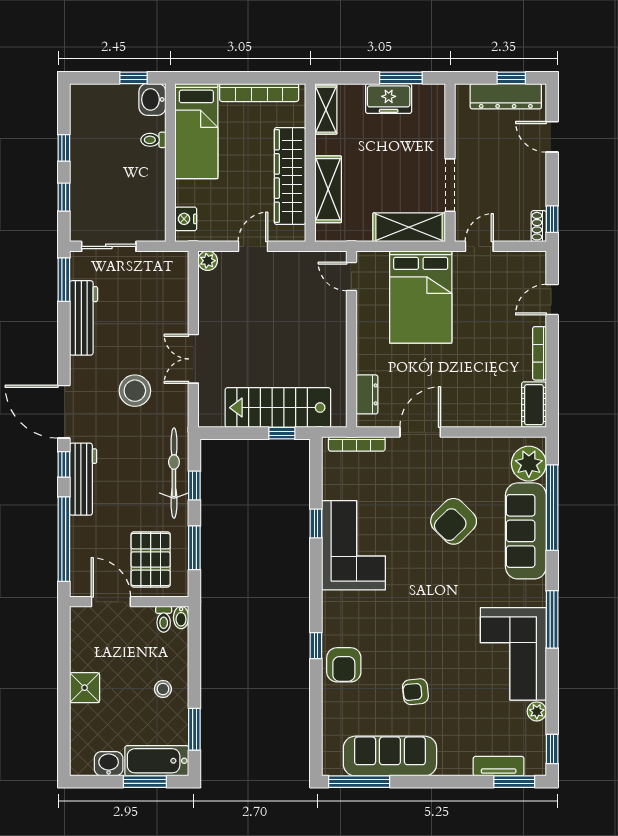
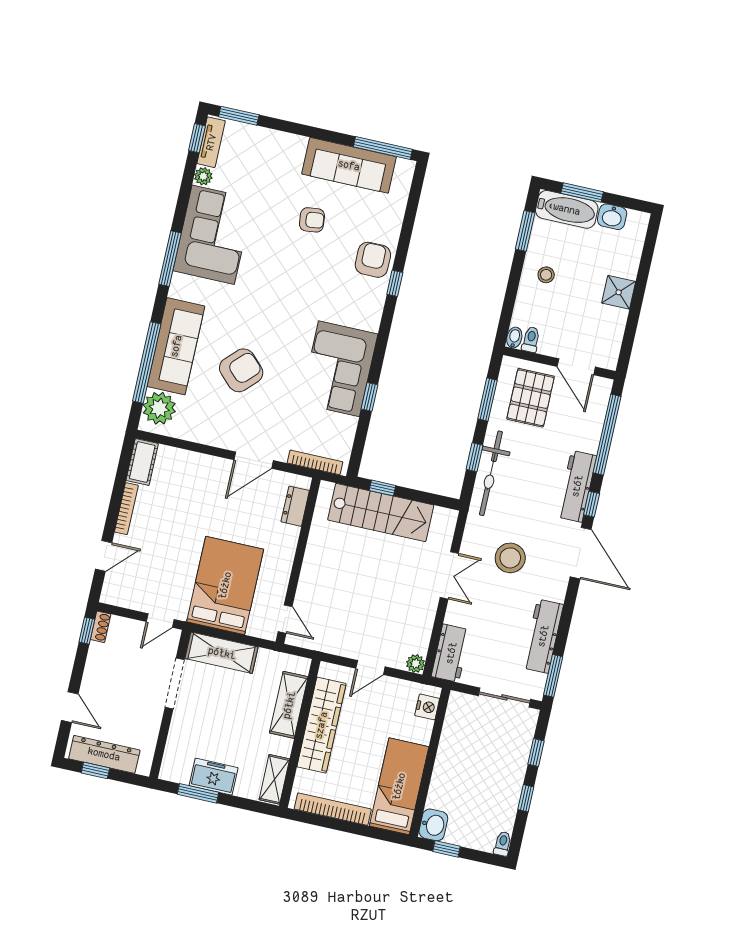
toilet: (153, 140) -> (503, 844), moved, turned -90
workbench: (174, 279) -> (451, 653), added
tv unit: (499, 766) -> (211, 142), moved, turned -90

